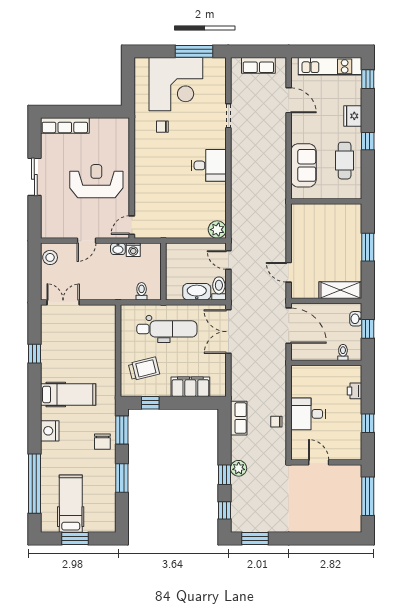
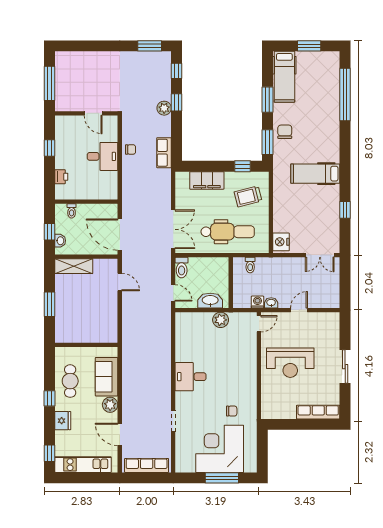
window: (194, 51) -> (222, 478), moved
row of seats: (258, 65) -> (147, 465), width x1.48
plant: (299, 134) -> (110, 405), added
plant: (217, 230) -> (221, 320), moved
stool: (50, 257) -> (331, 295), removed
washbasin: (197, 292) -> (210, 301), moved, turned 180
dental chair: (167, 329) -> (228, 232), turned 180
nightstand: (50, 431) -> (281, 242), moved, turned 180
hospital bed: (71, 504) -> (284, 77), moved

